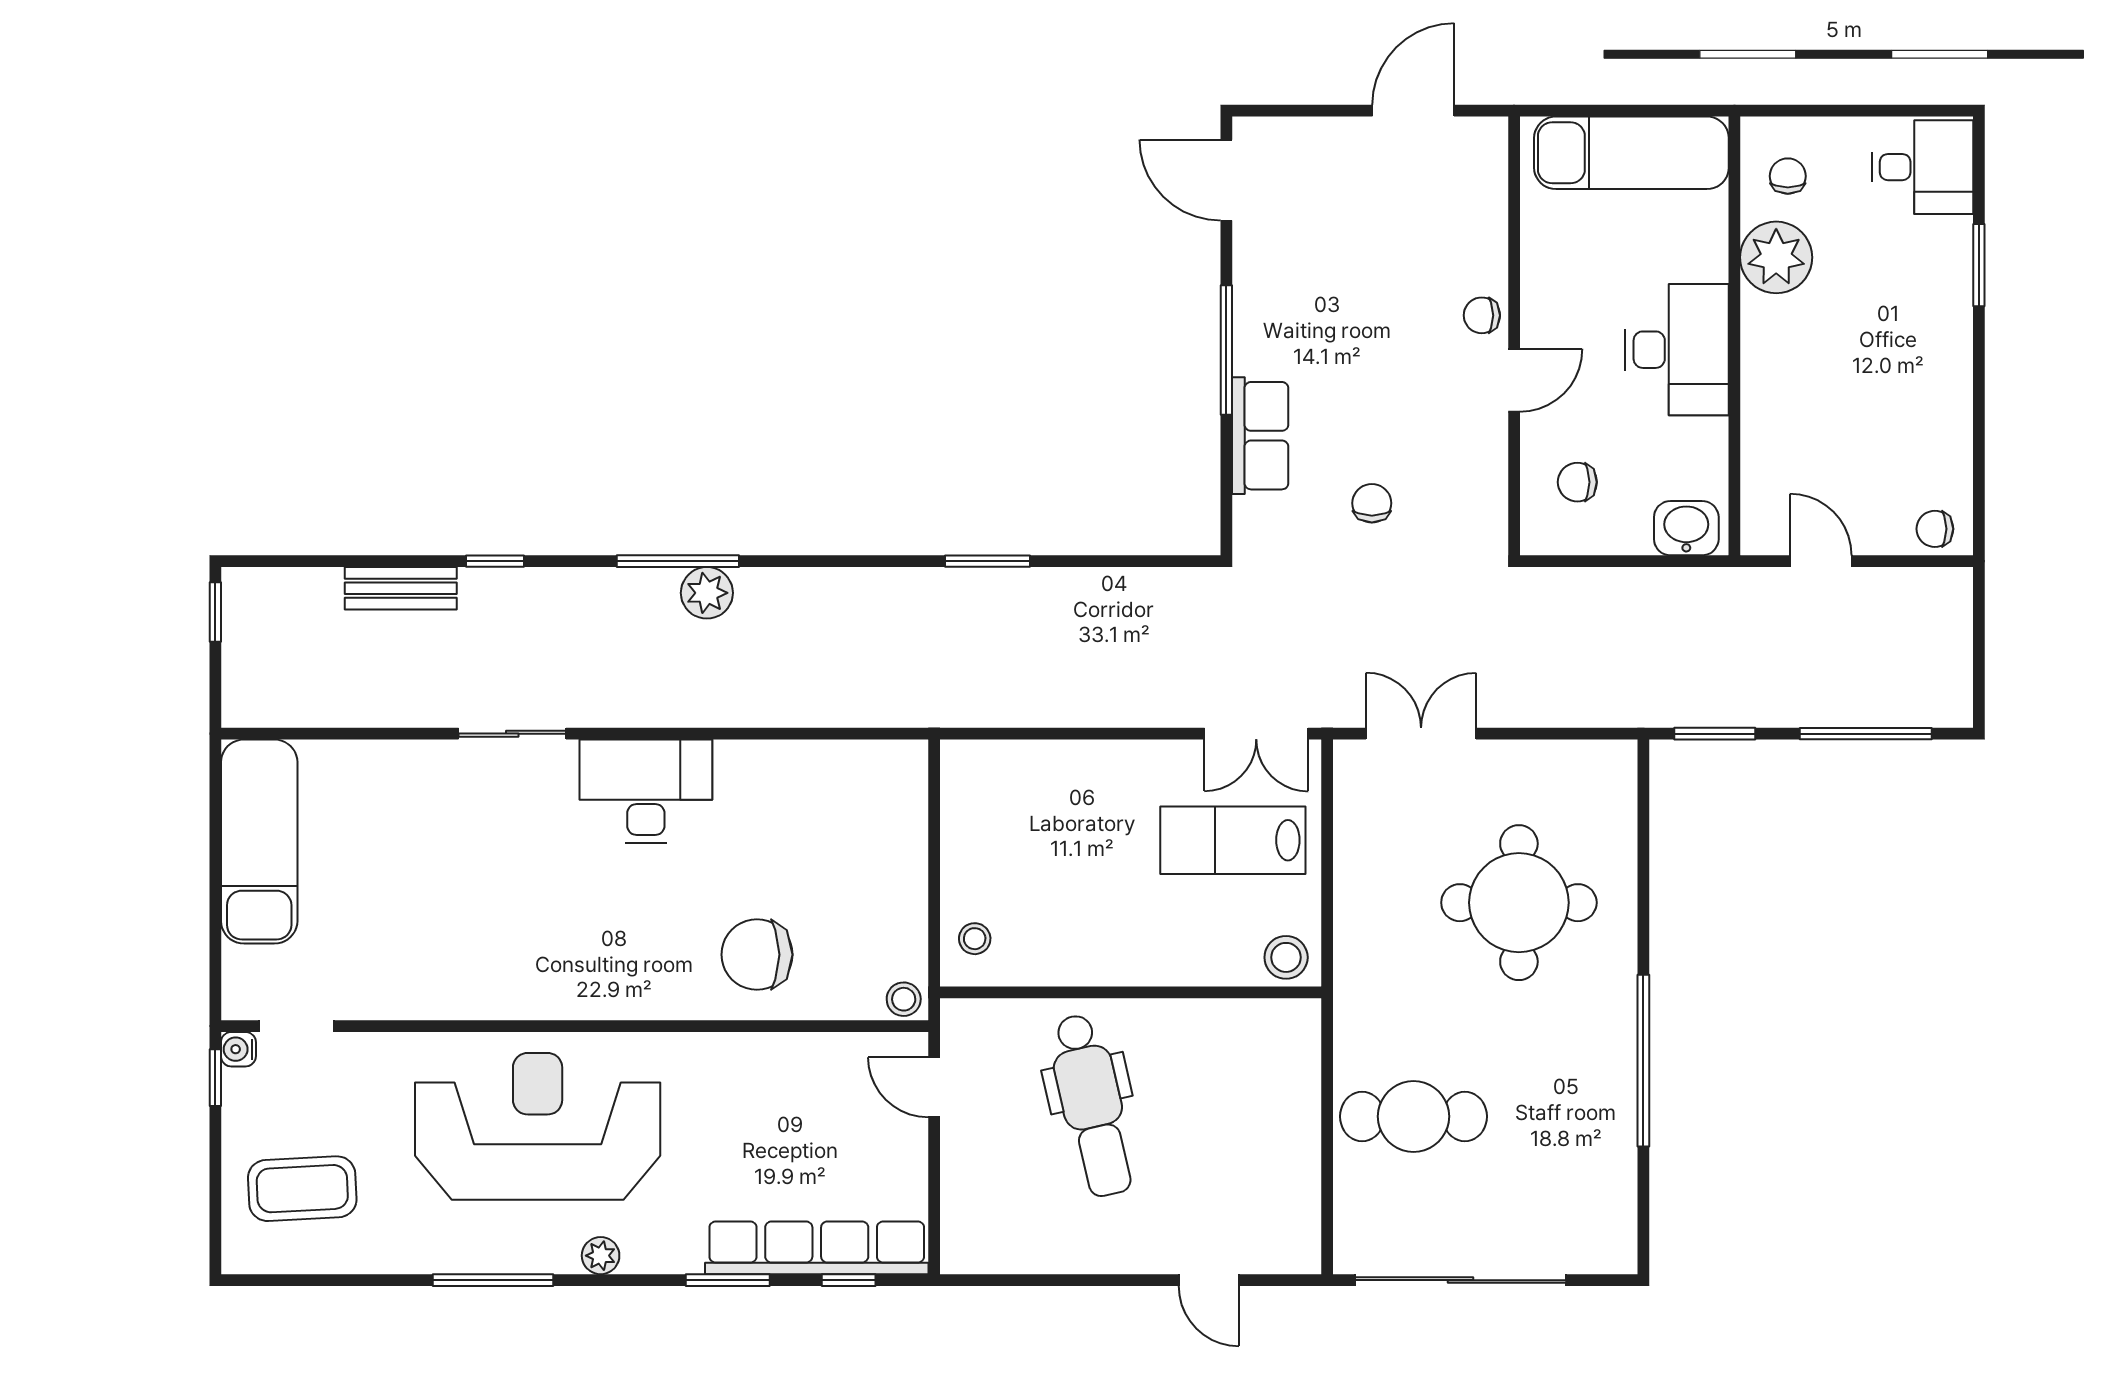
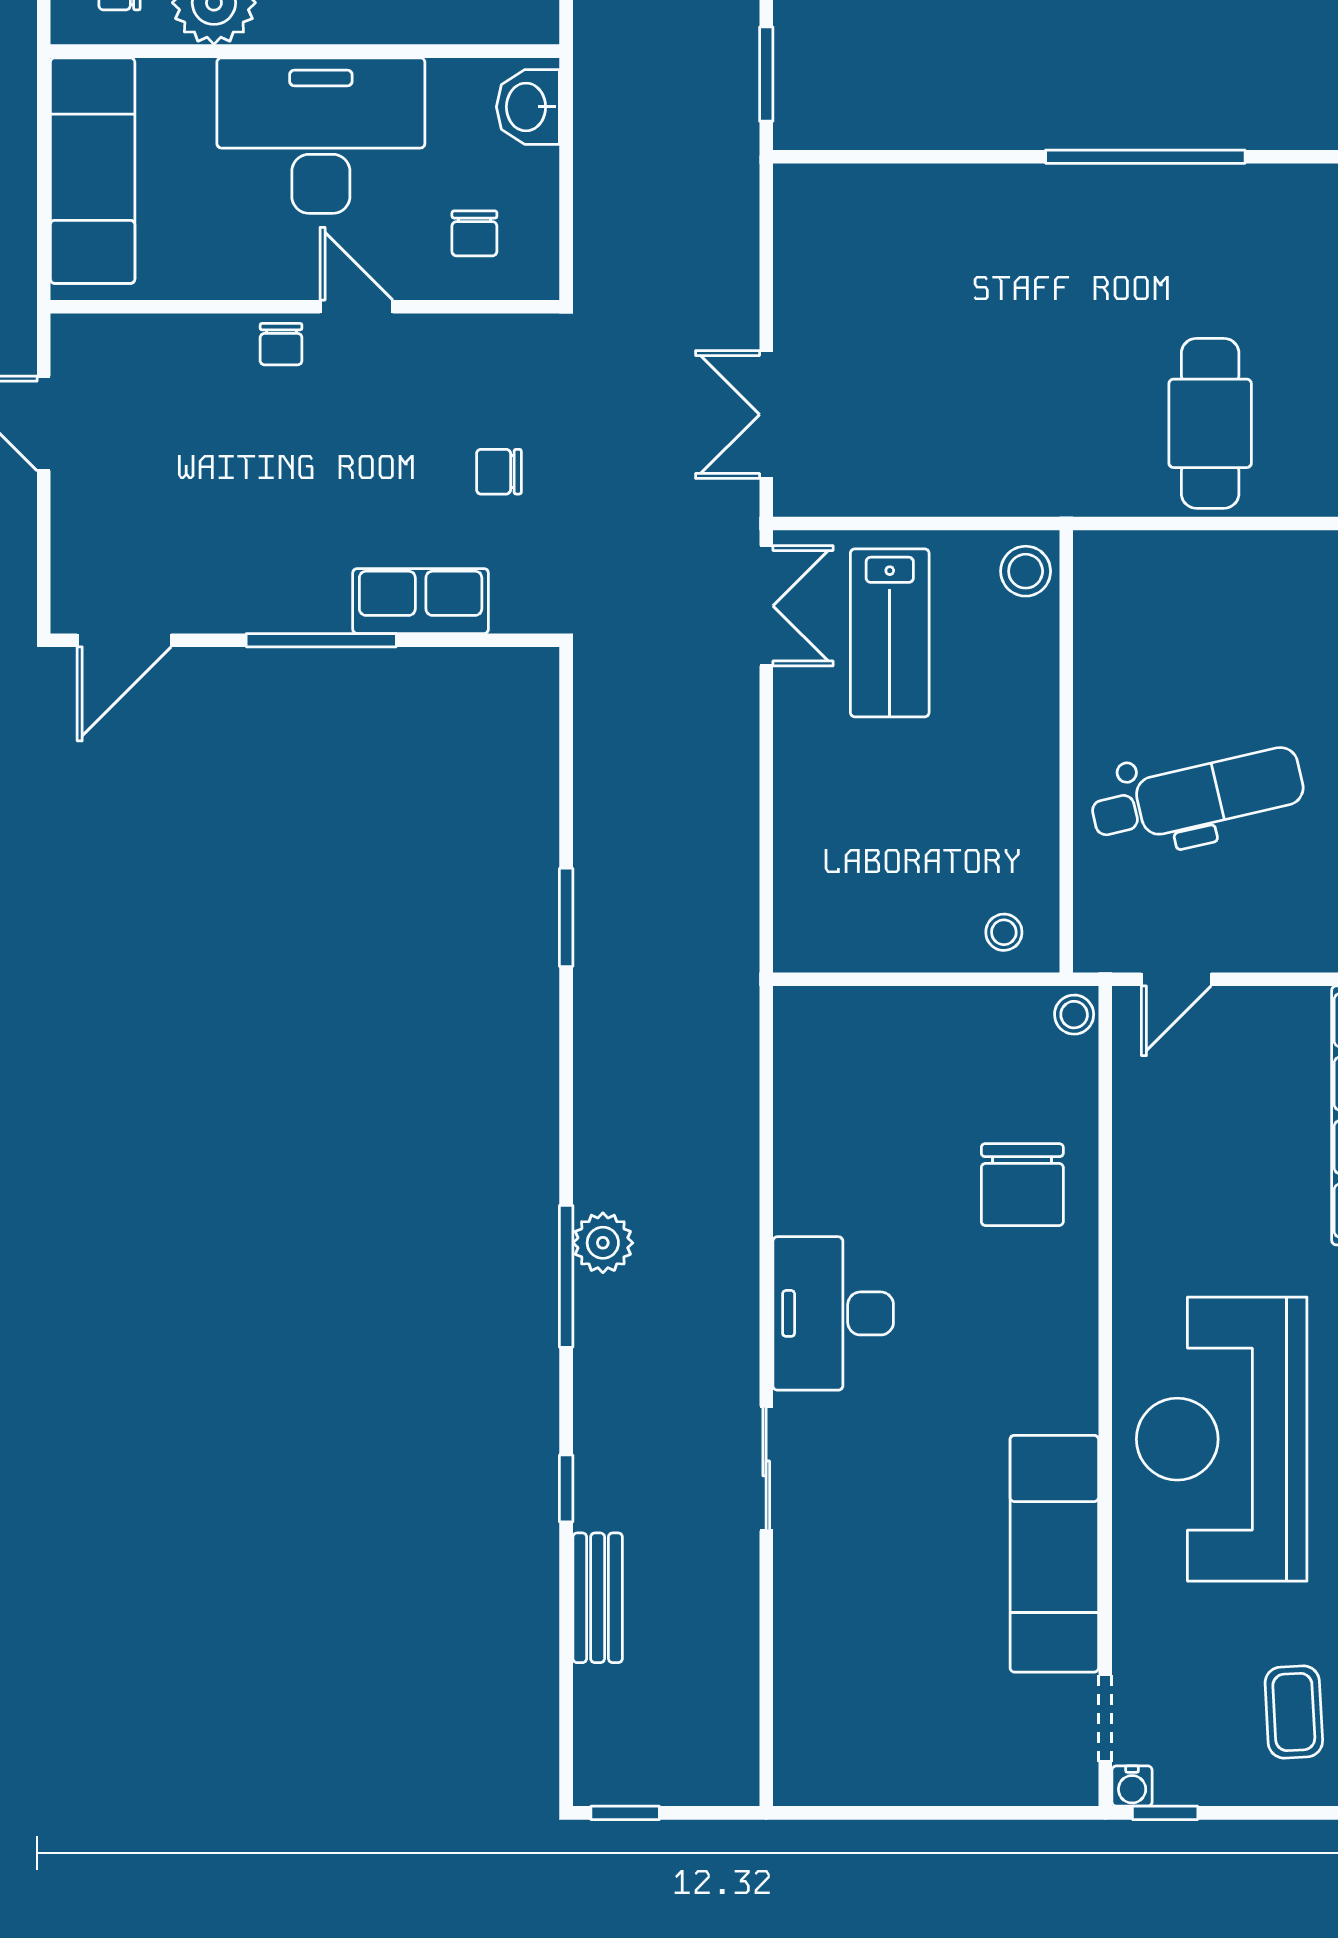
desk: (1677, 350) -> (321, 136), width x1.36, depth x1.30
exam couch: (259, 842) -> (1054, 1554), moved, turned -90
round table: (1519, 903) -> (962, 301), removed
coffee table: (302, 1189) -> (1294, 1712), width x0.73, depth x0.77

